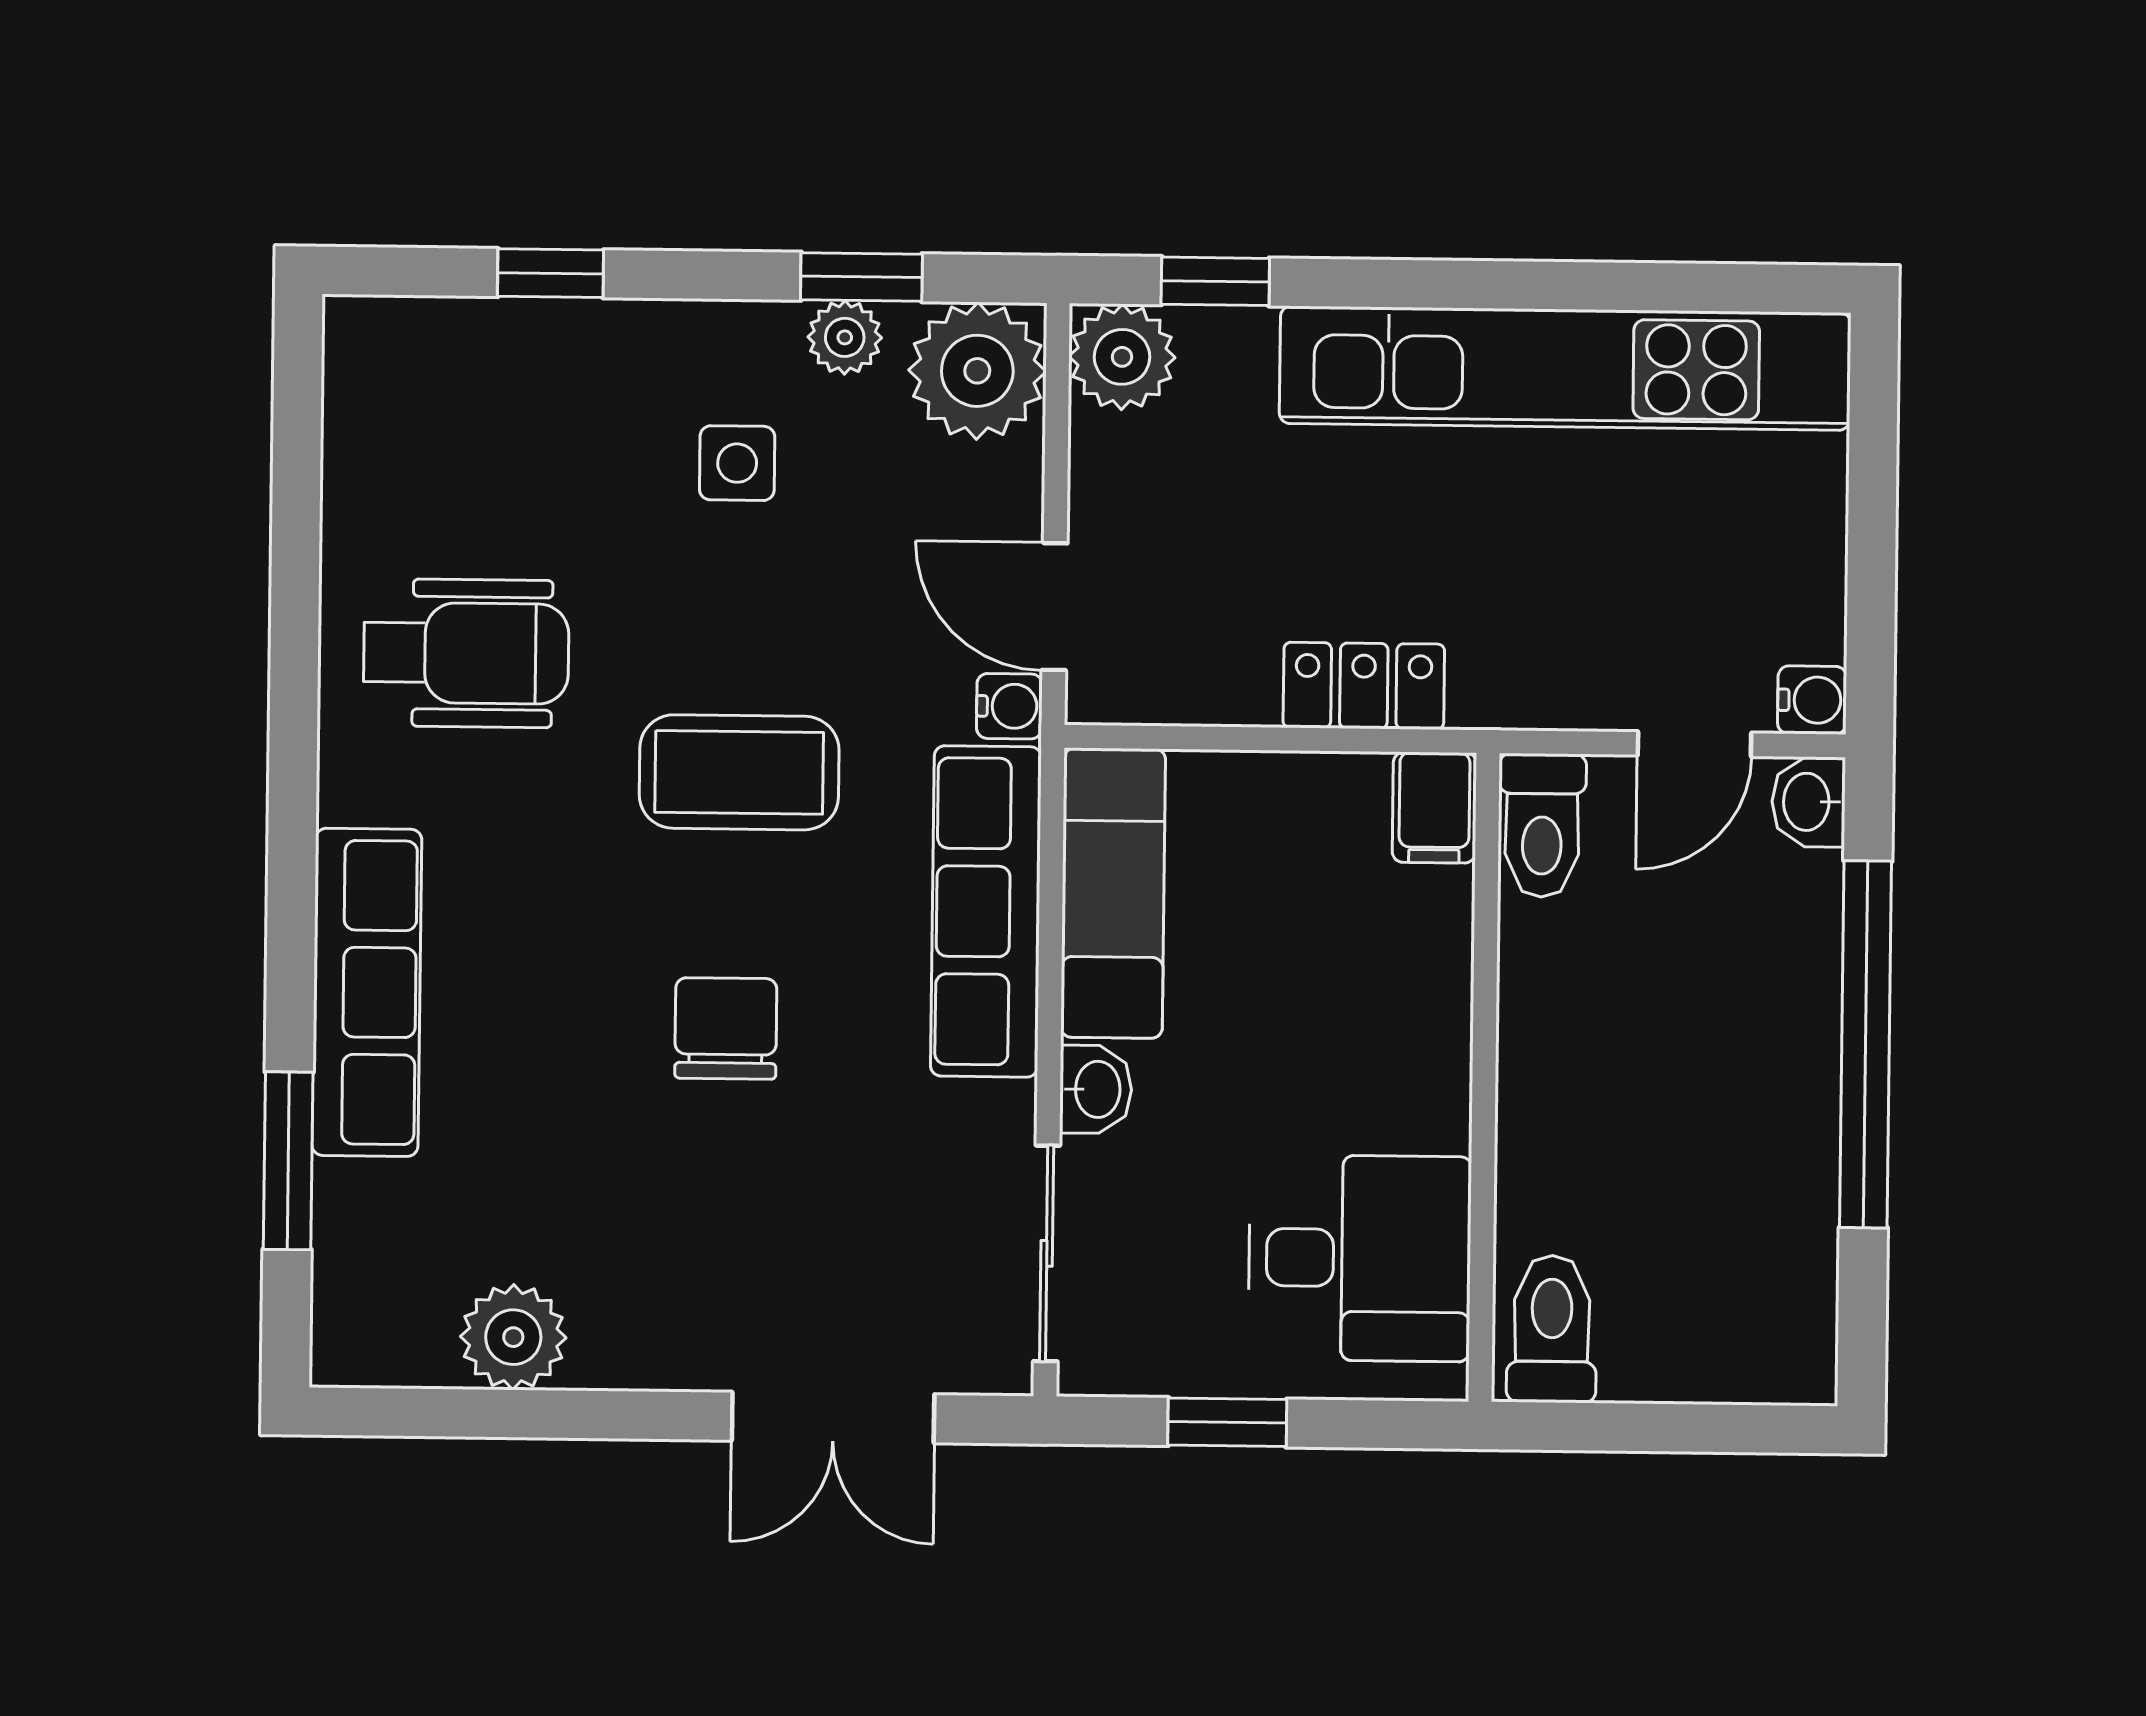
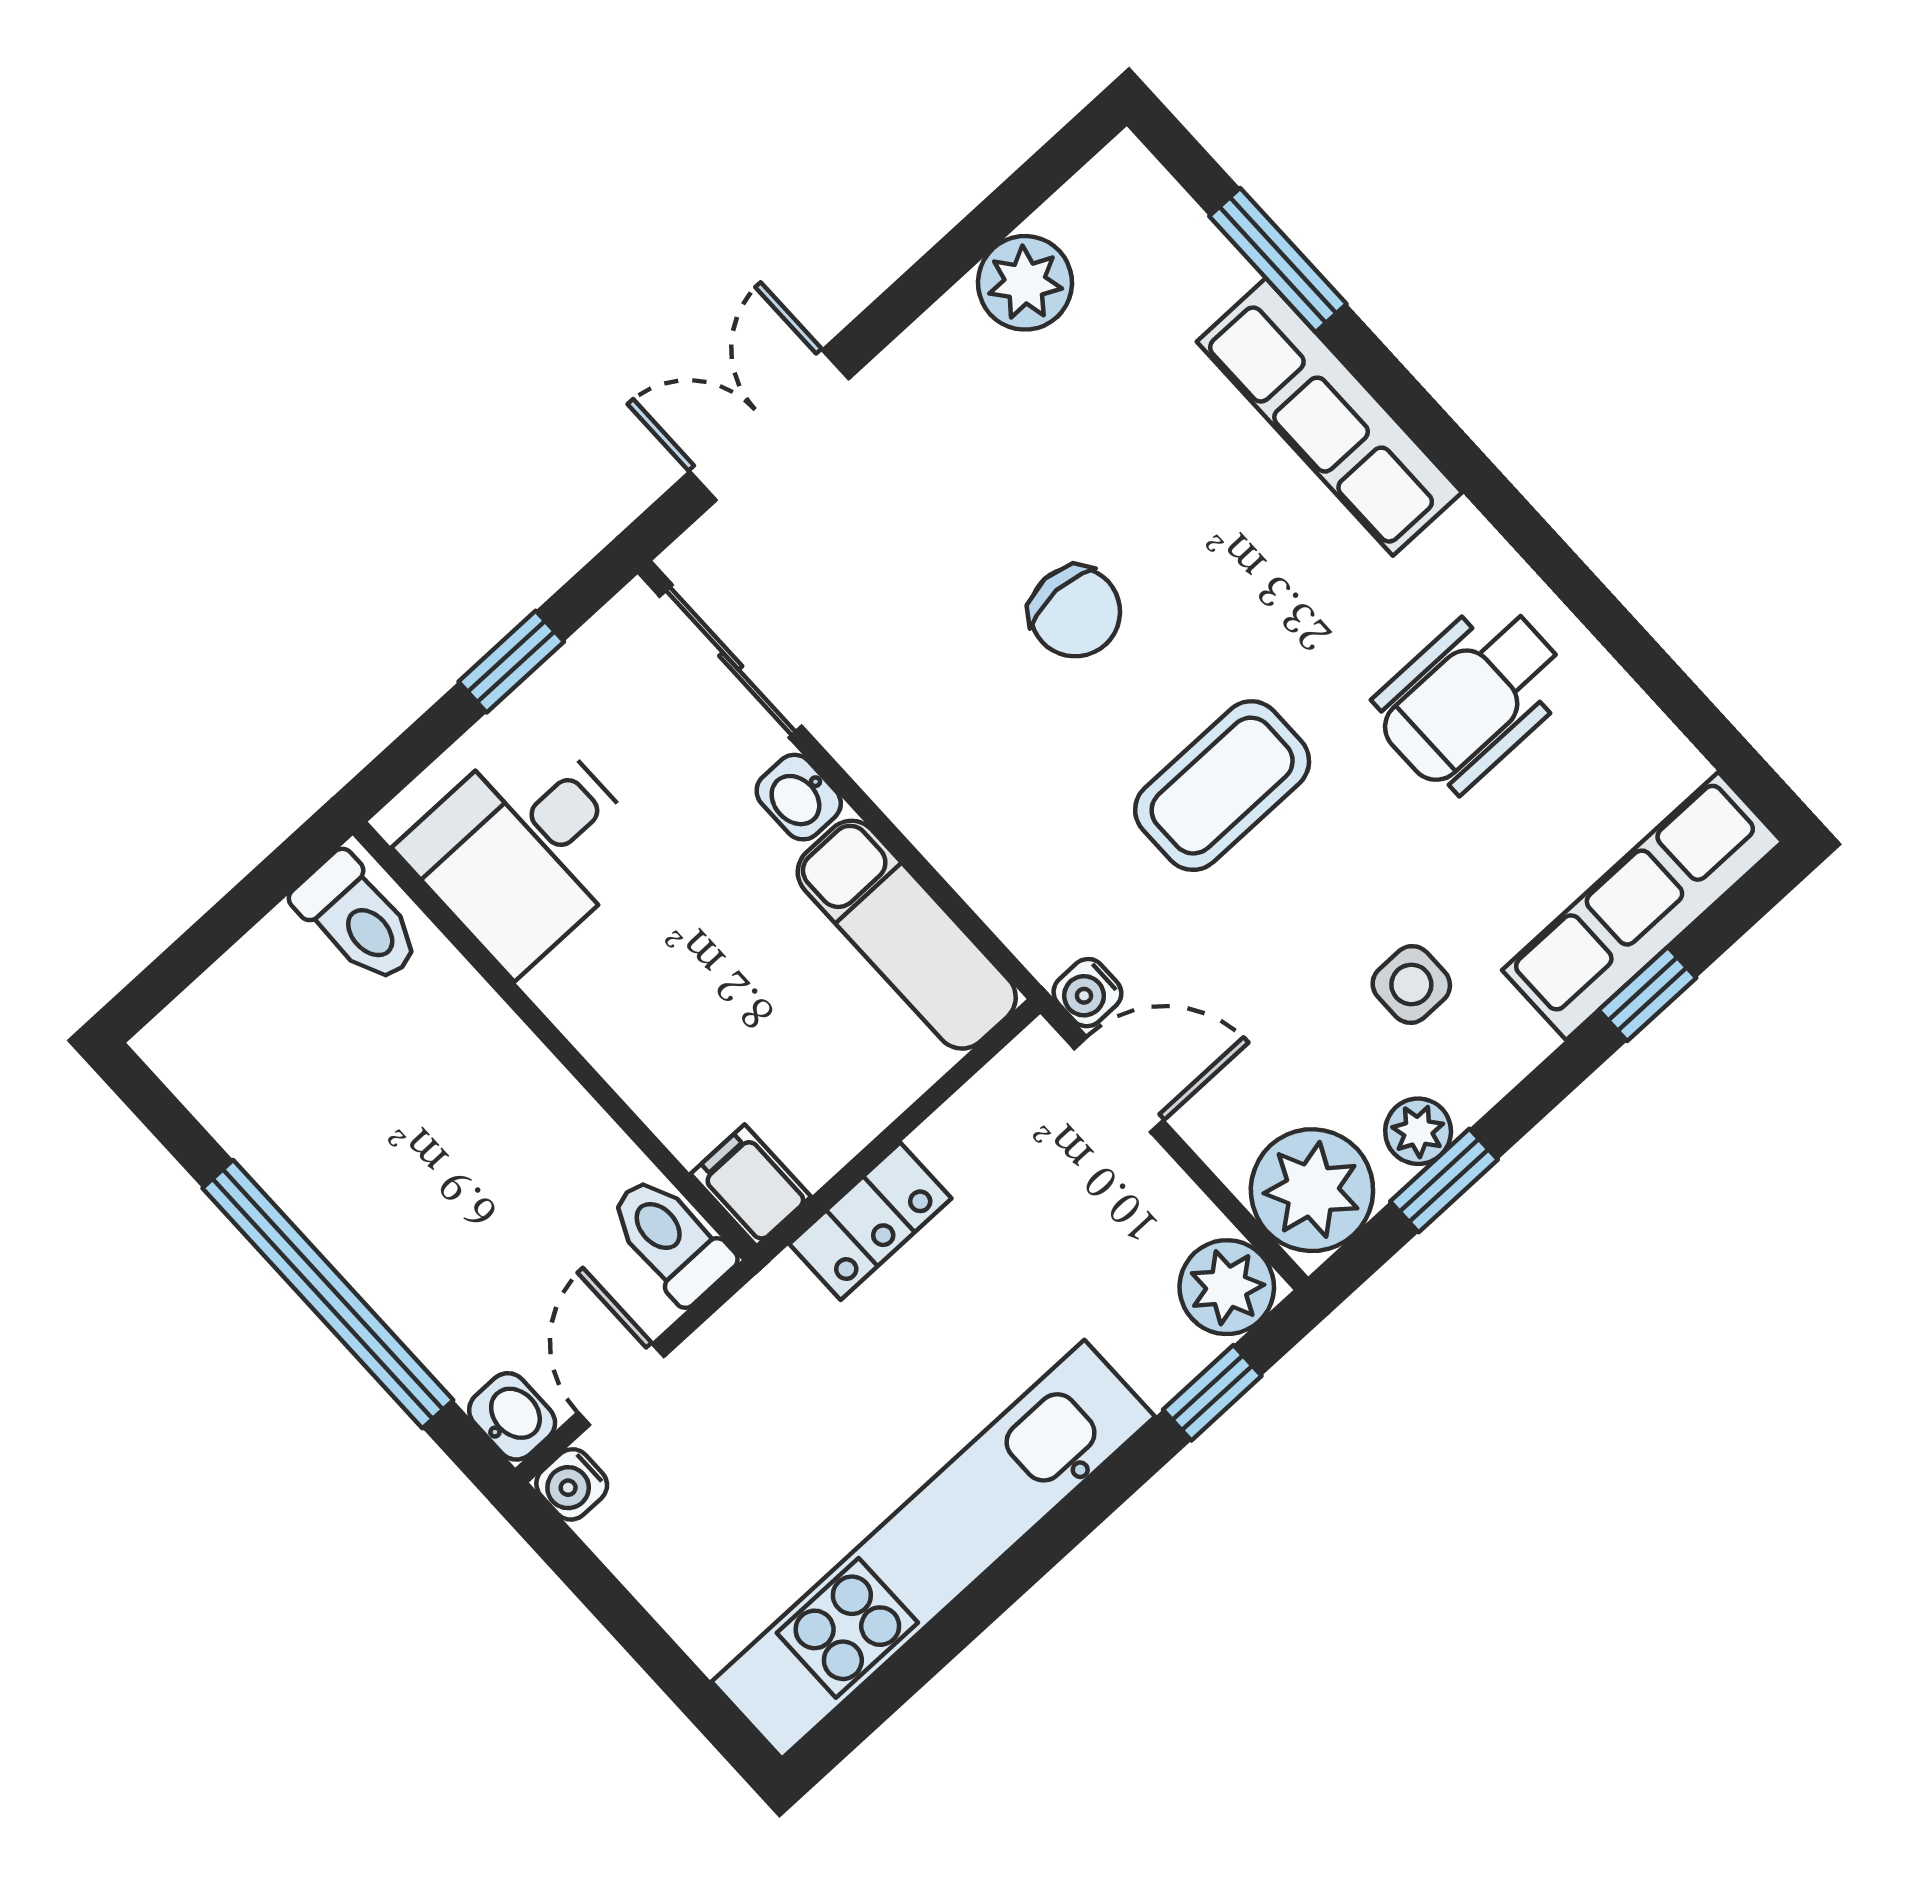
row of seats: (986, 911) -> (1642, 906), moved, turned -90

